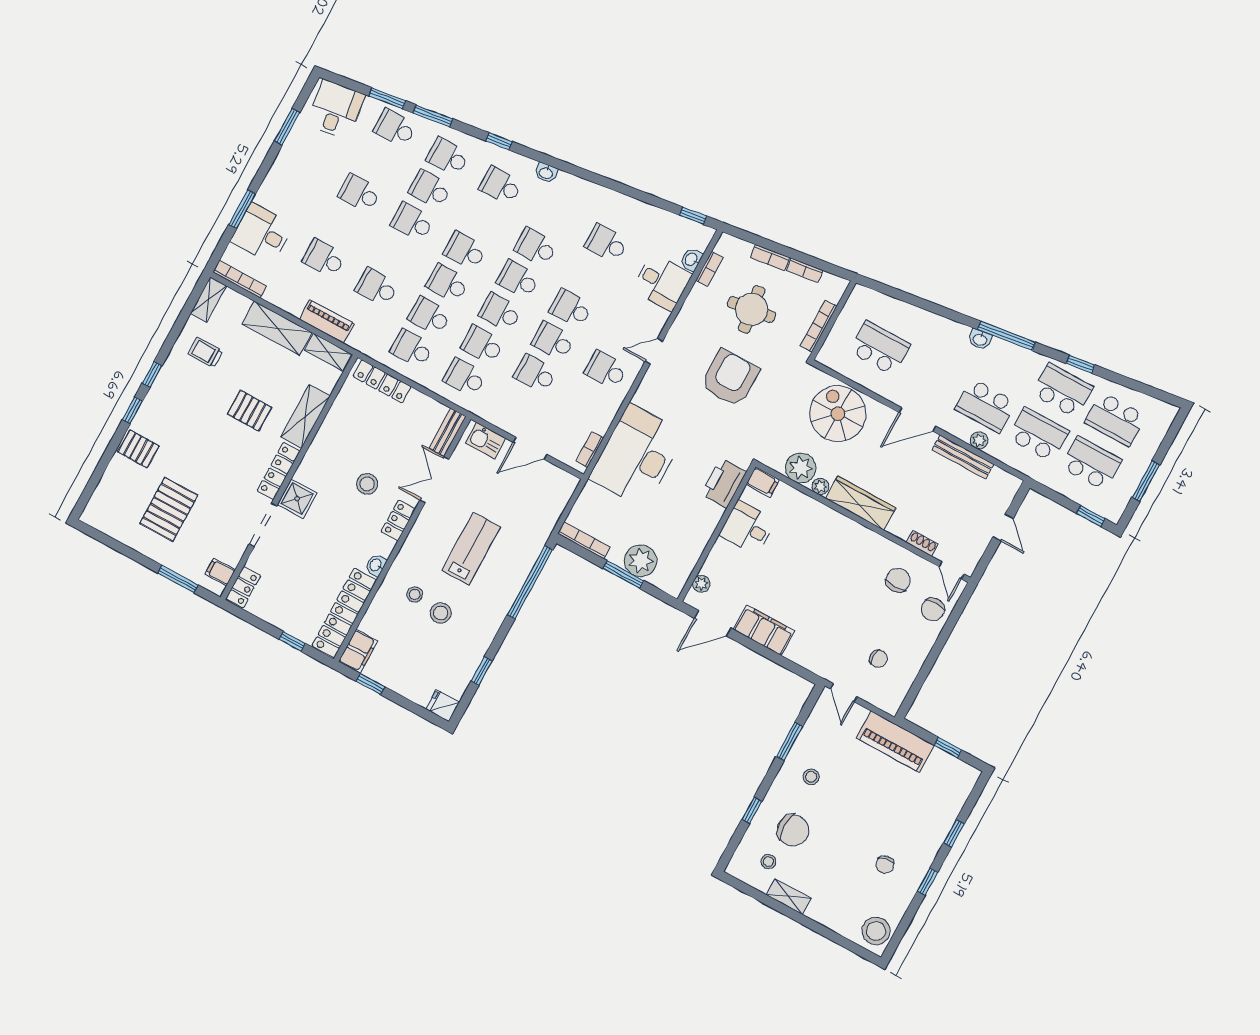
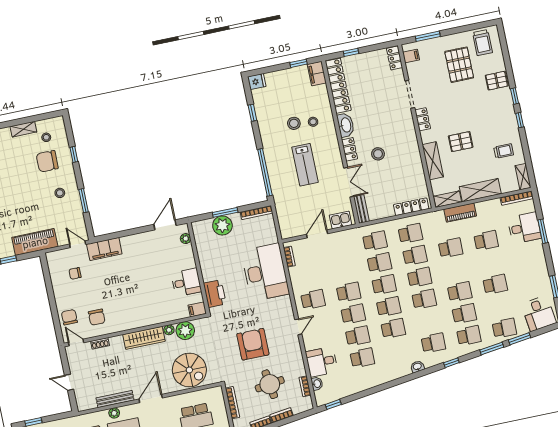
school desk: (535, 374) -> (358, 336), moved
armchair: (730, 378) -> (253, 344), turned 180
locker: (279, 471) -> (423, 119), width x0.66
shower: (297, 499) -> (404, 120), removed
trolley: (116, 512) -> (483, 43), added
washbasin: (376, 565) -> (346, 125), width x1.91, depth x1.45
filing cabinet: (764, 630) -> (104, 249), moved

